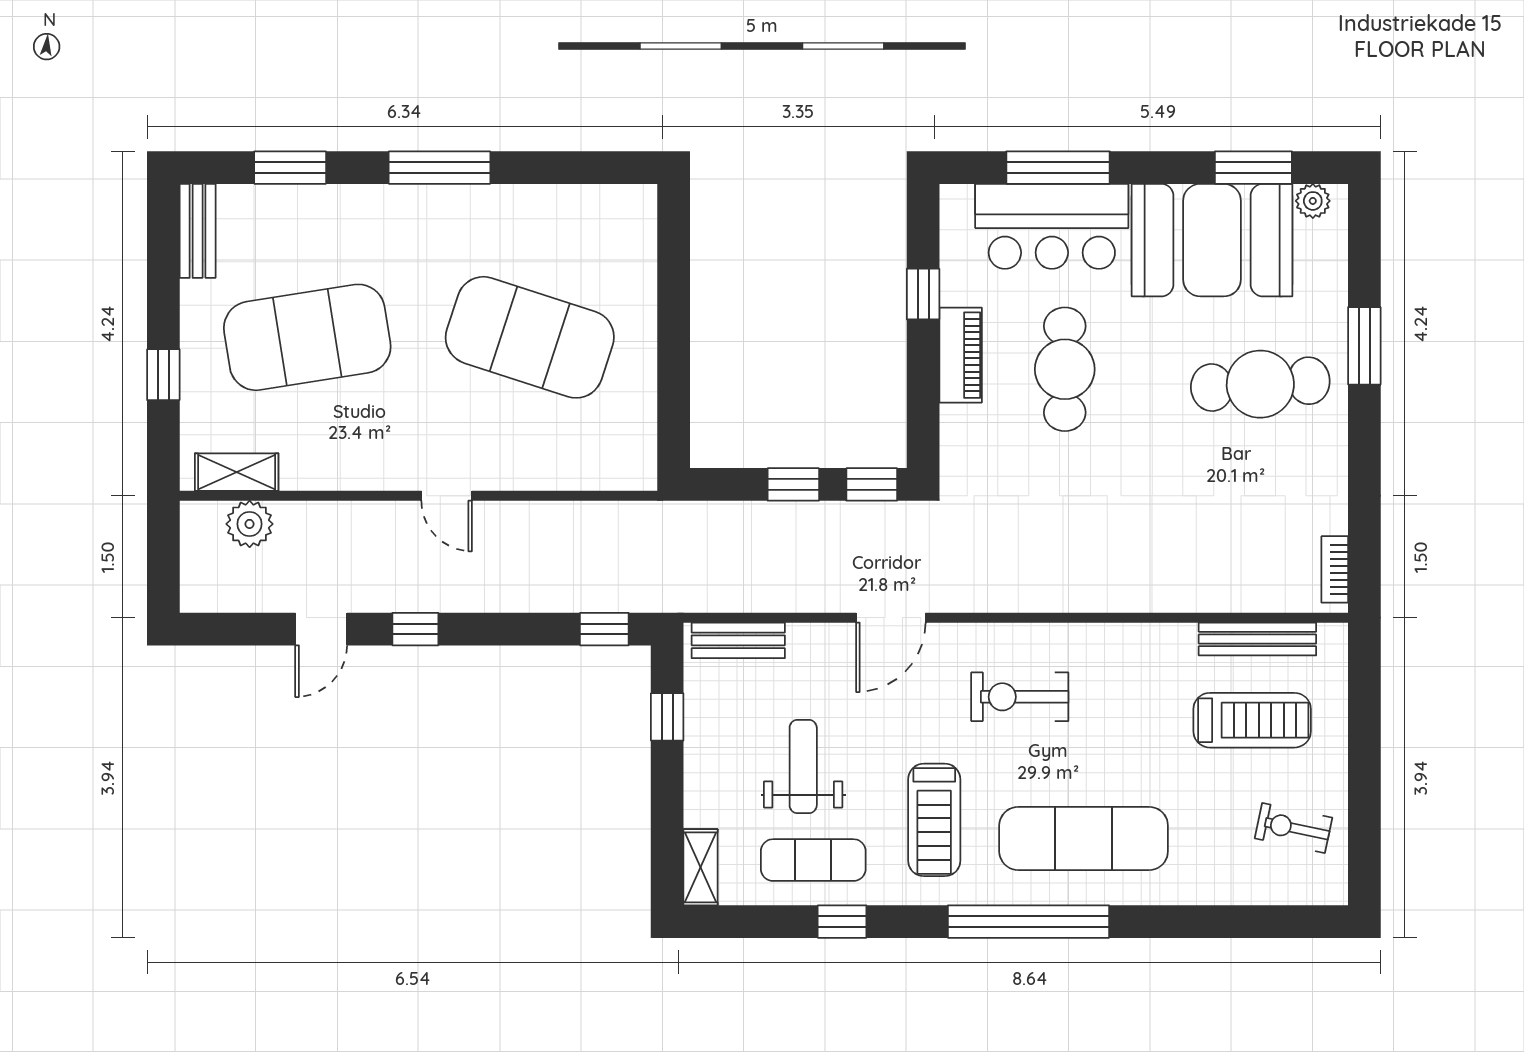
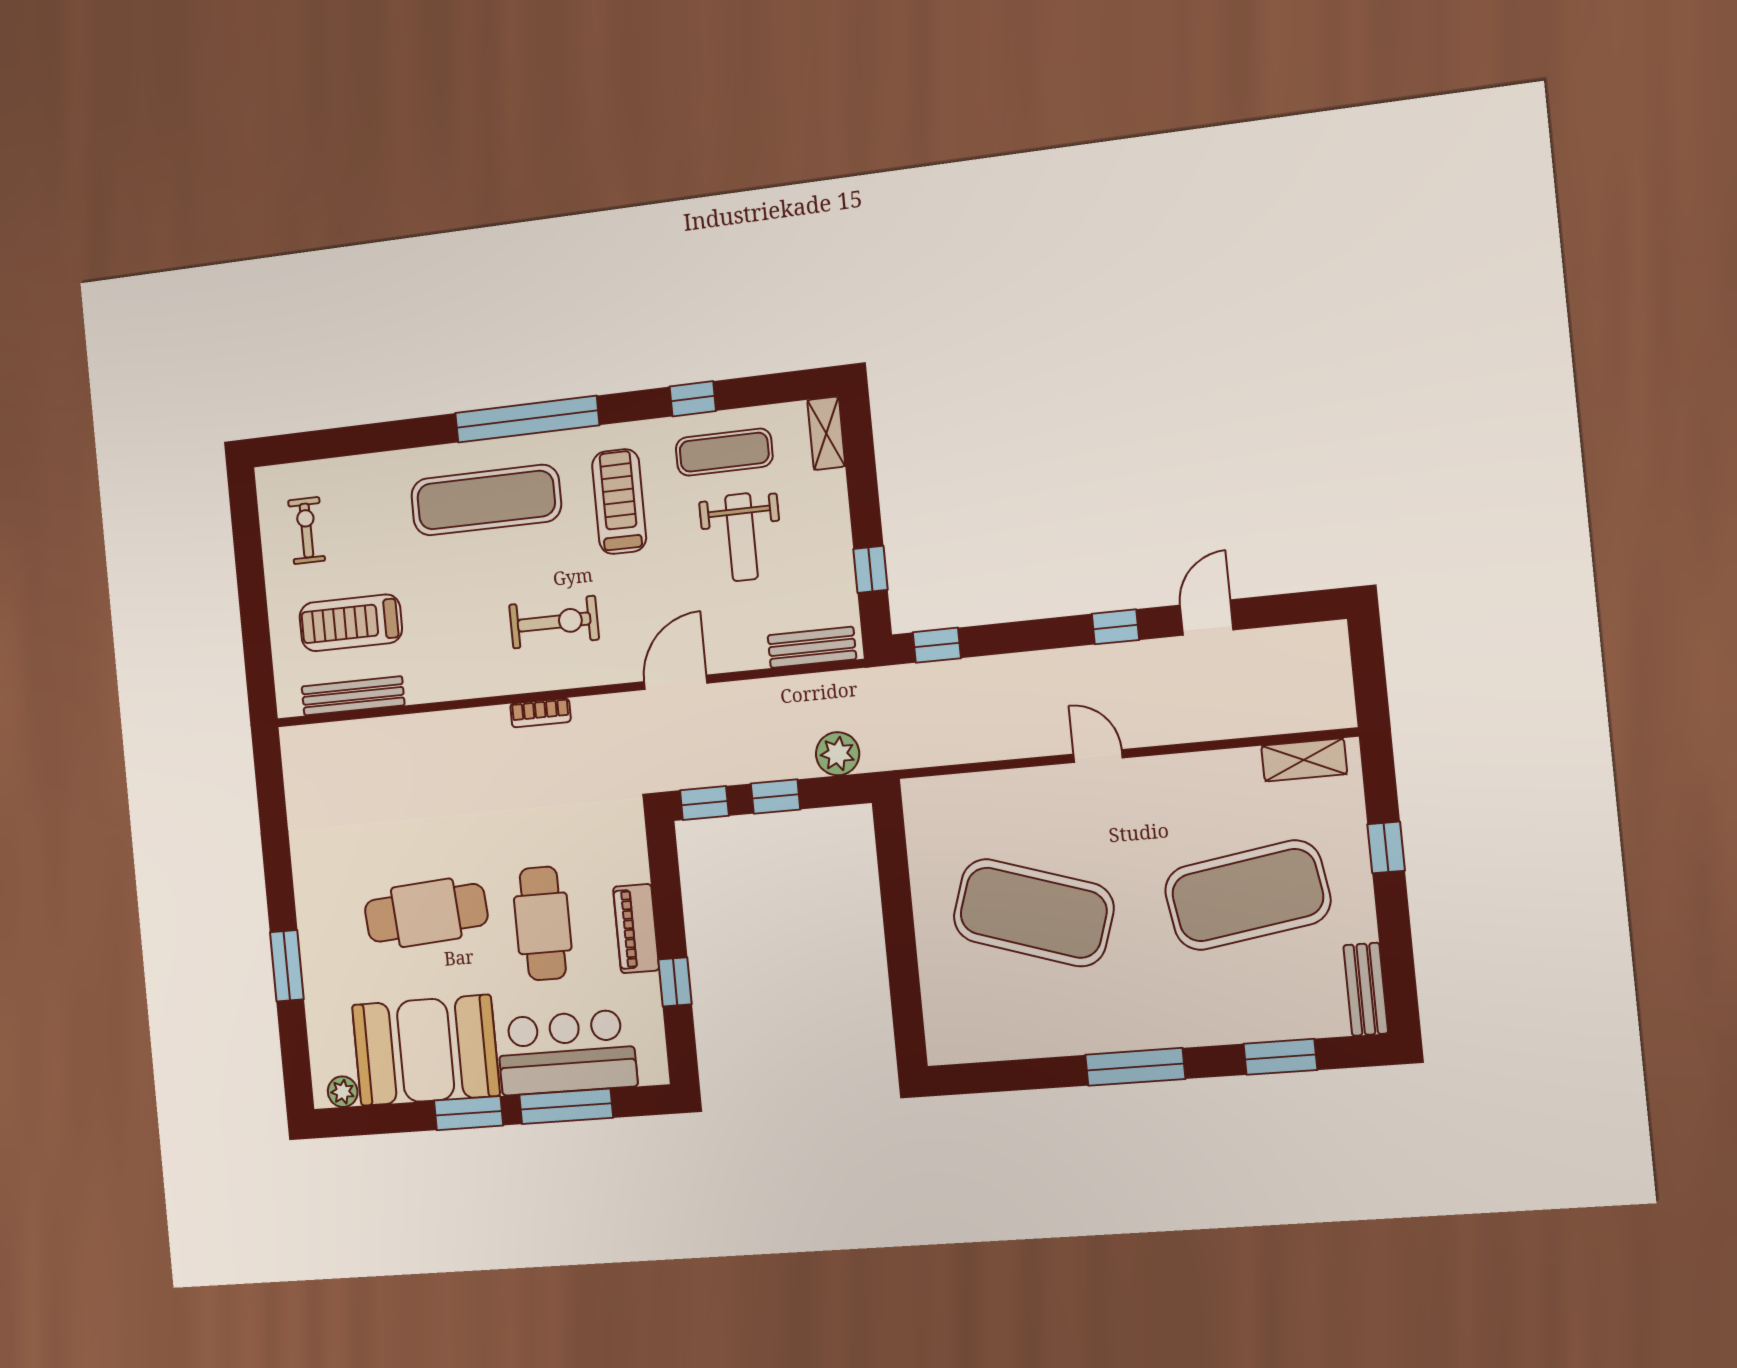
window: (1253, 168) -> (469, 1113), moved
cafe table: (1260, 384) -> (426, 913), moved
plant: (250, 524) -> (838, 754), moved
bookcase: (1335, 569) -> (540, 713), moved, turned 90
exercise bike: (1294, 828) -> (307, 531), turned -102

